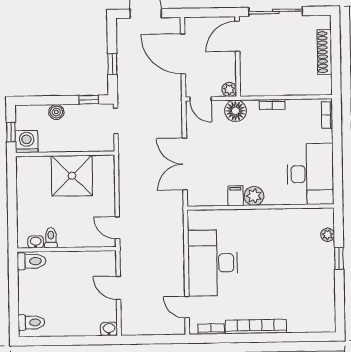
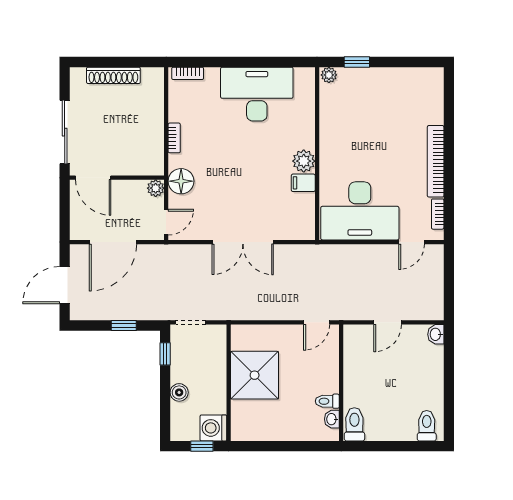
filing cabinet: (235, 196) -> (303, 183), moved
plant: (254, 196) -> (304, 161), moved
wall: (260, 207) -> (317, 154), moved

